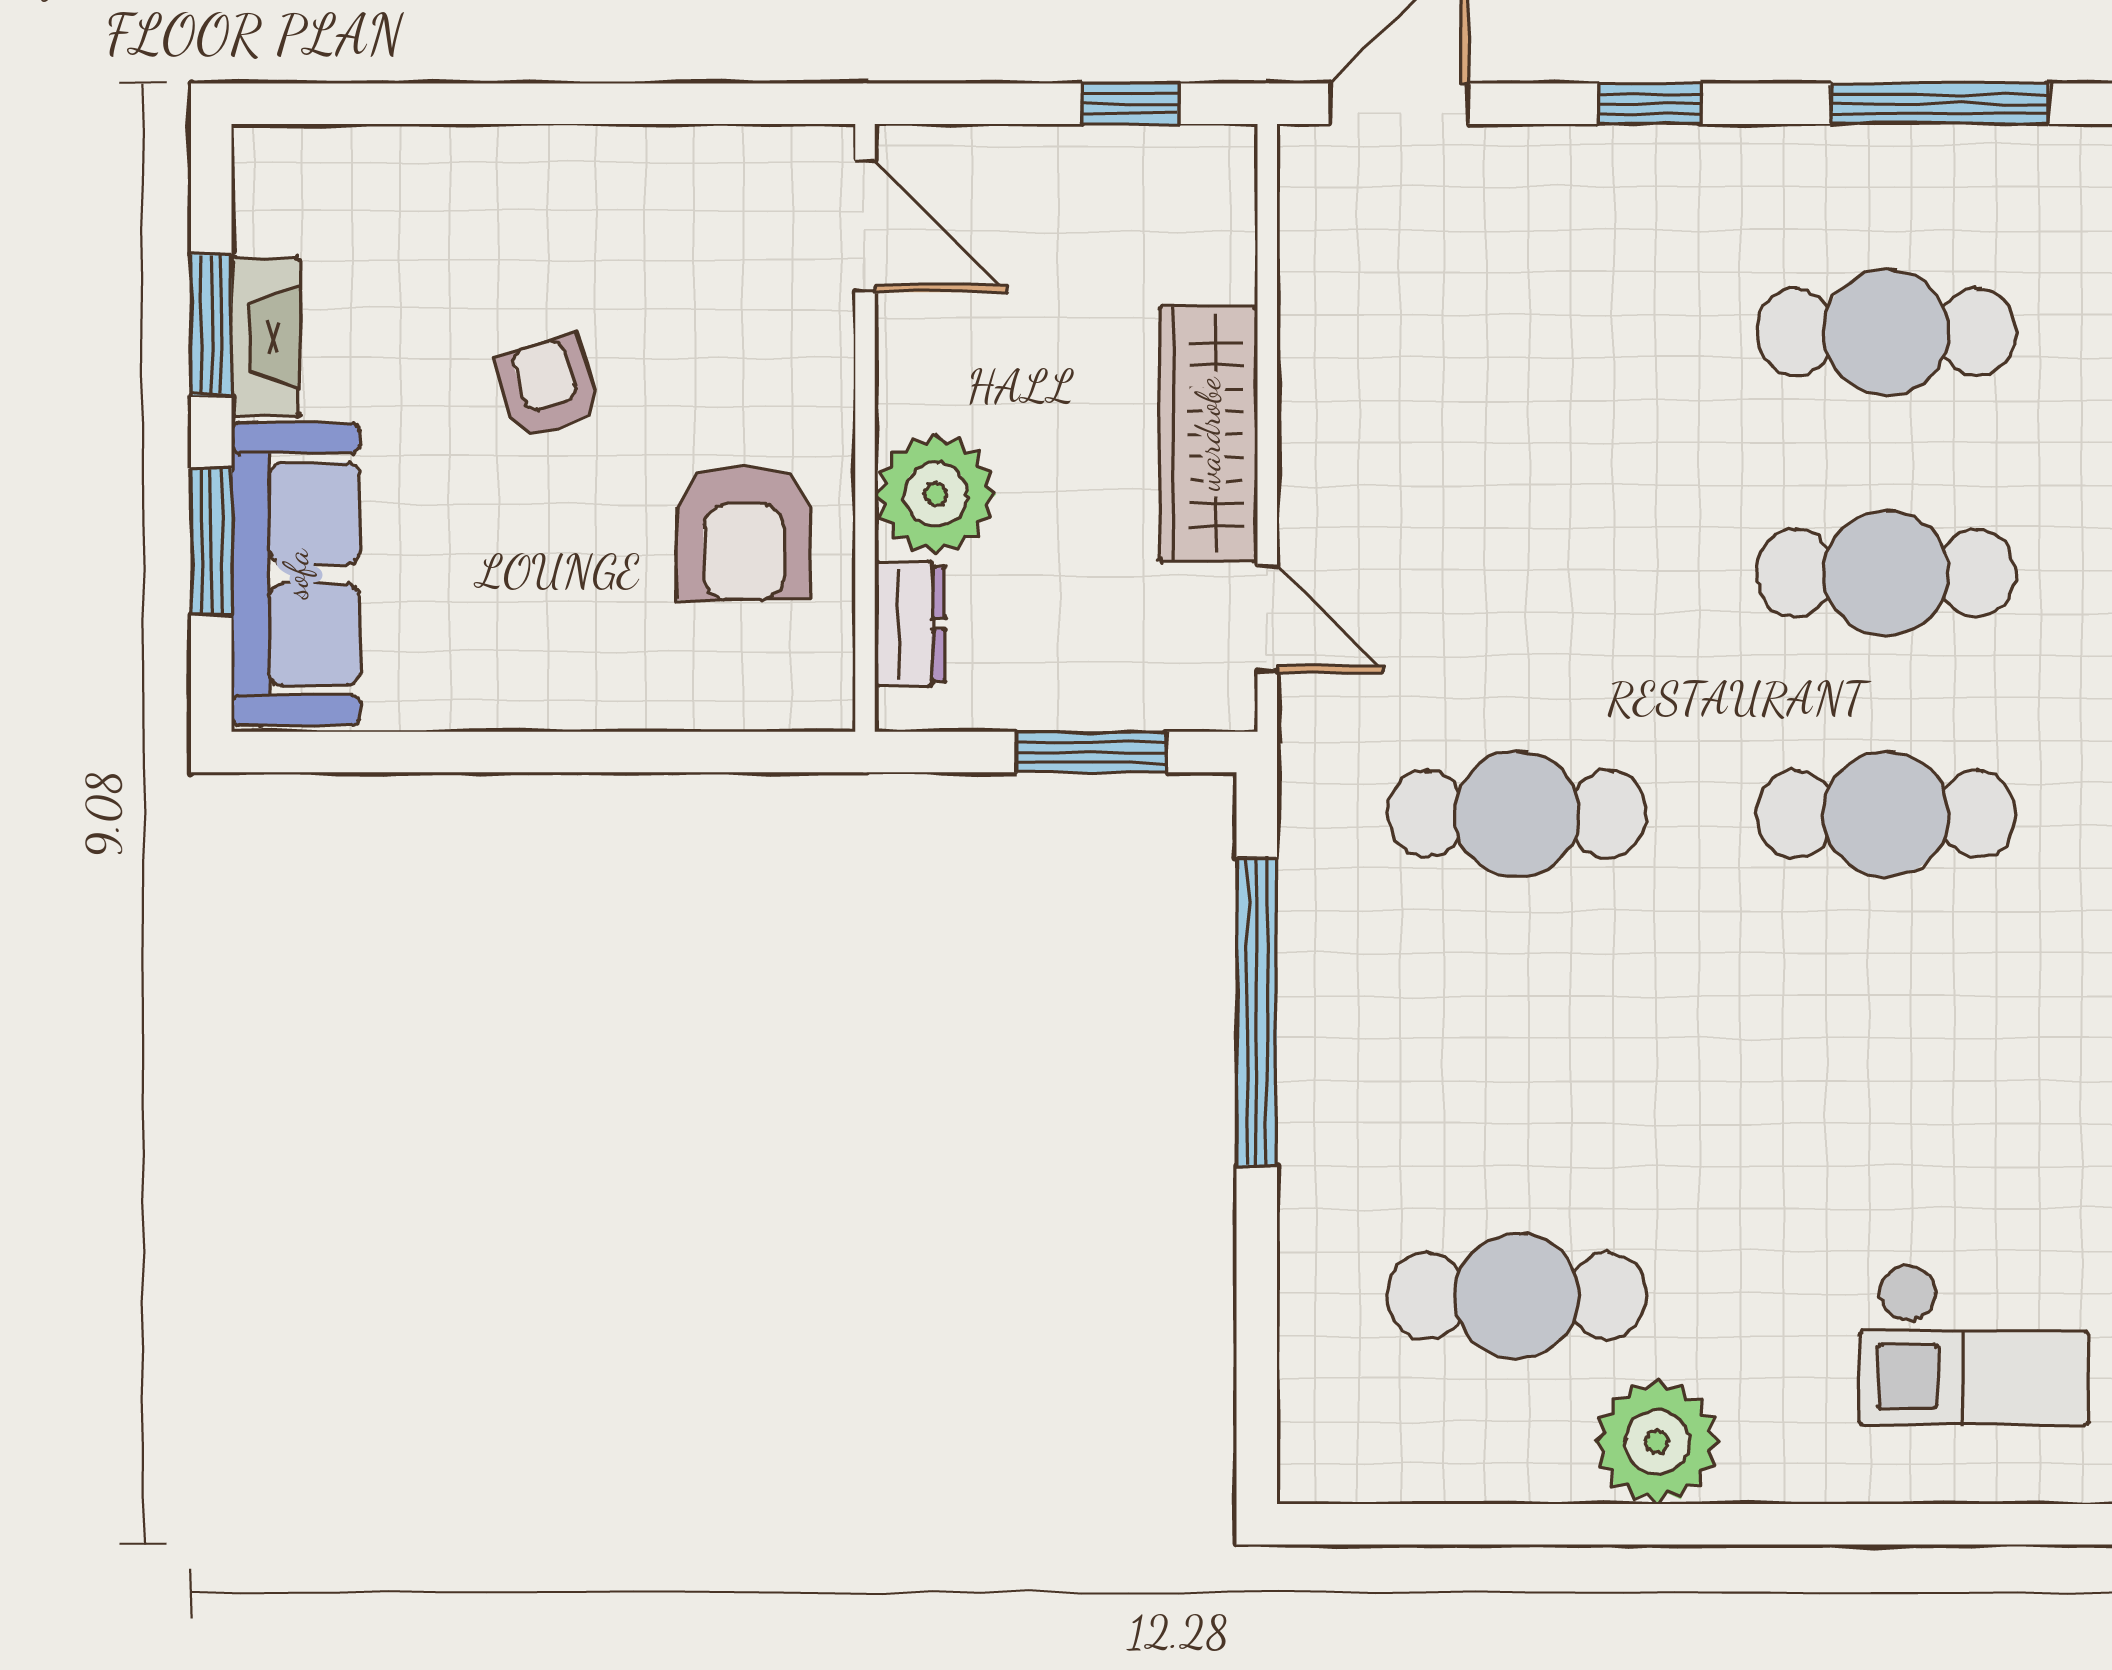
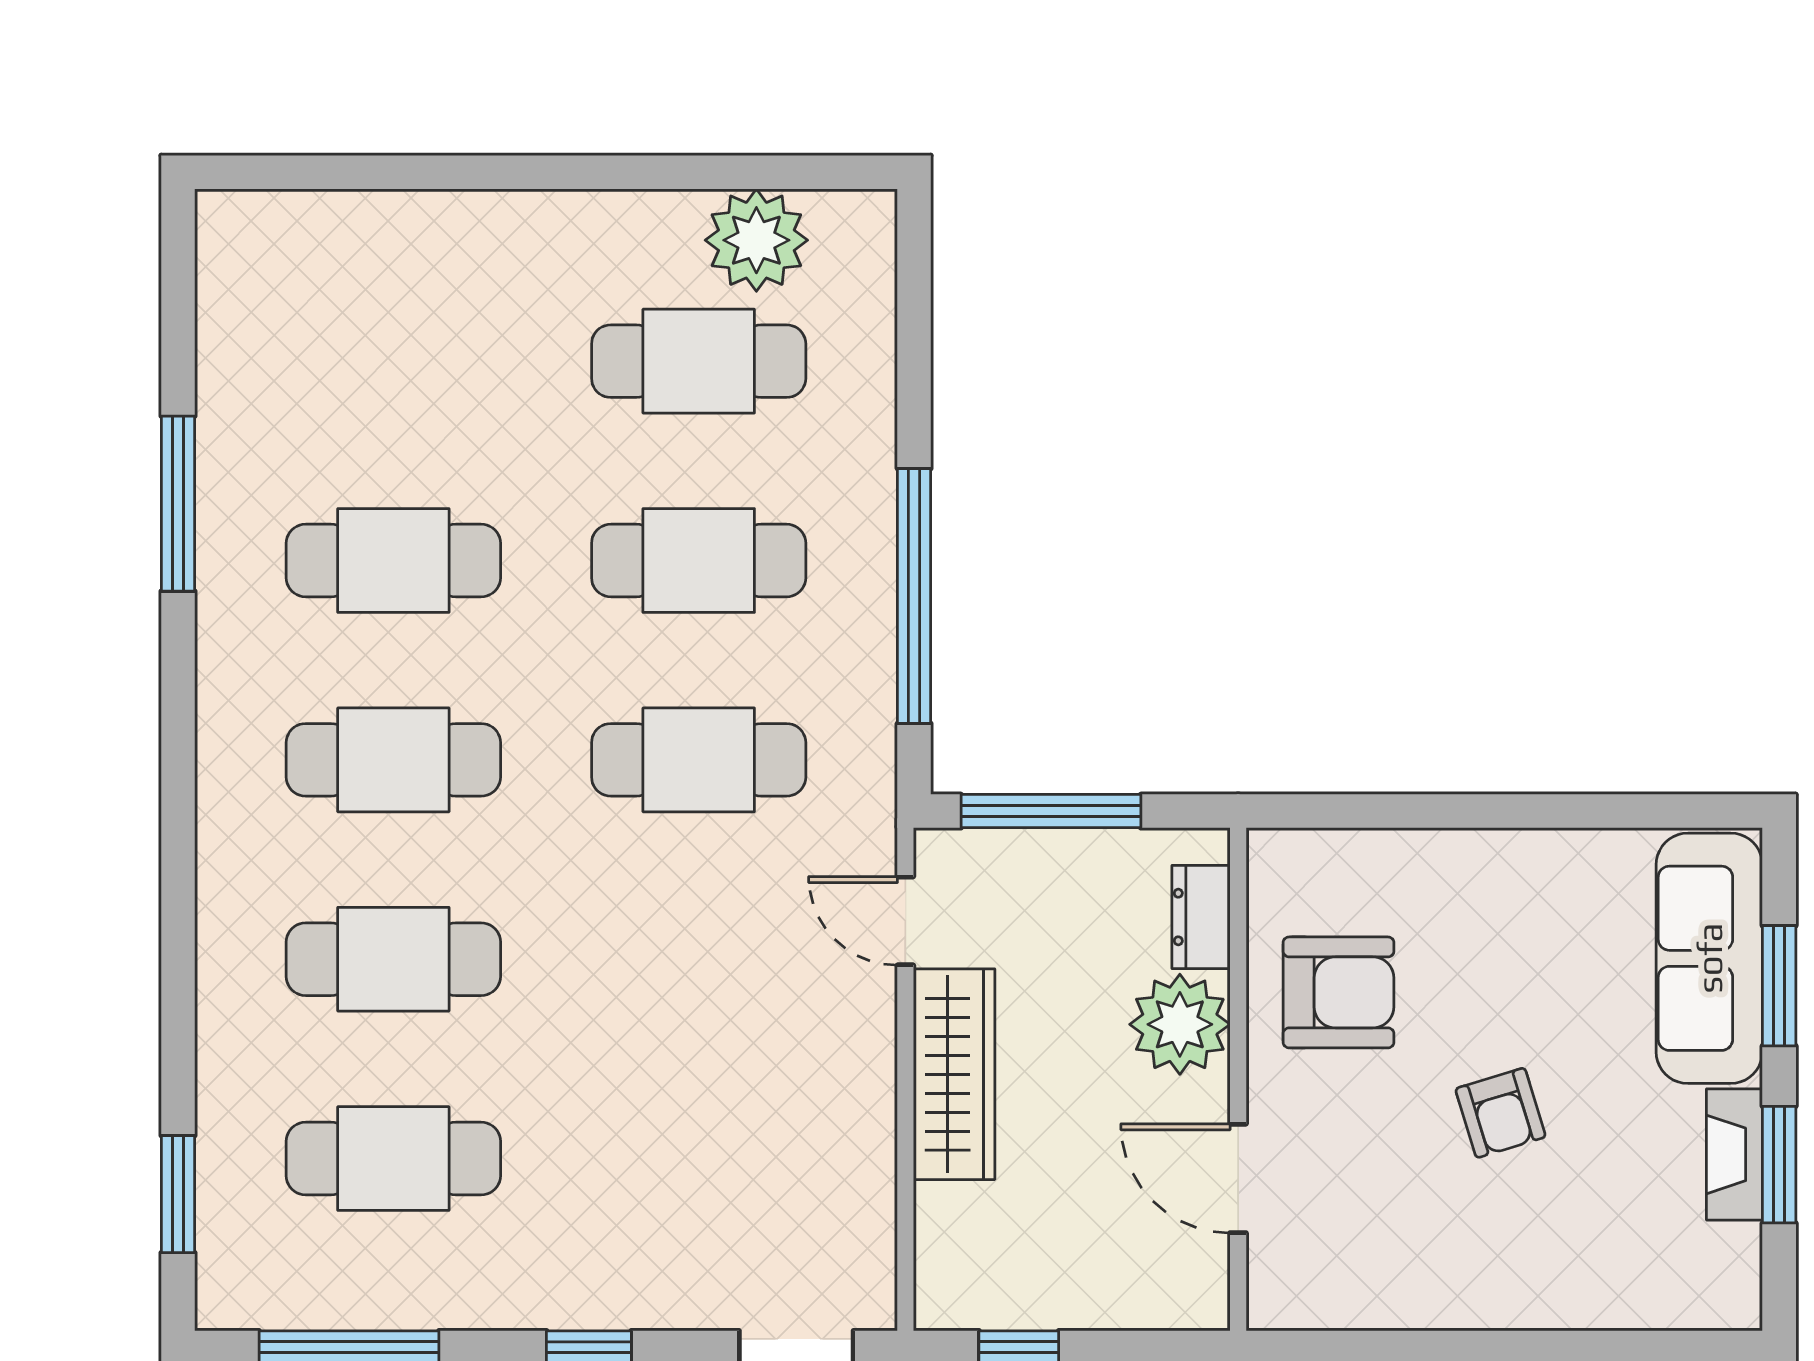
door: (865, 226) -> (1238, 1178), moved
armchair: (744, 533) -> (1338, 992), turned 90
window: (1091, 752) -> (1051, 811), width x1.44
cafe table: (1517, 1055) -> (699, 560), added
cafe table: (1886, 1055) -> (393, 560), added
checkout: (1974, 1344) -> (320, 321), removed
plant: (1657, 1442) -> (756, 240), moved

